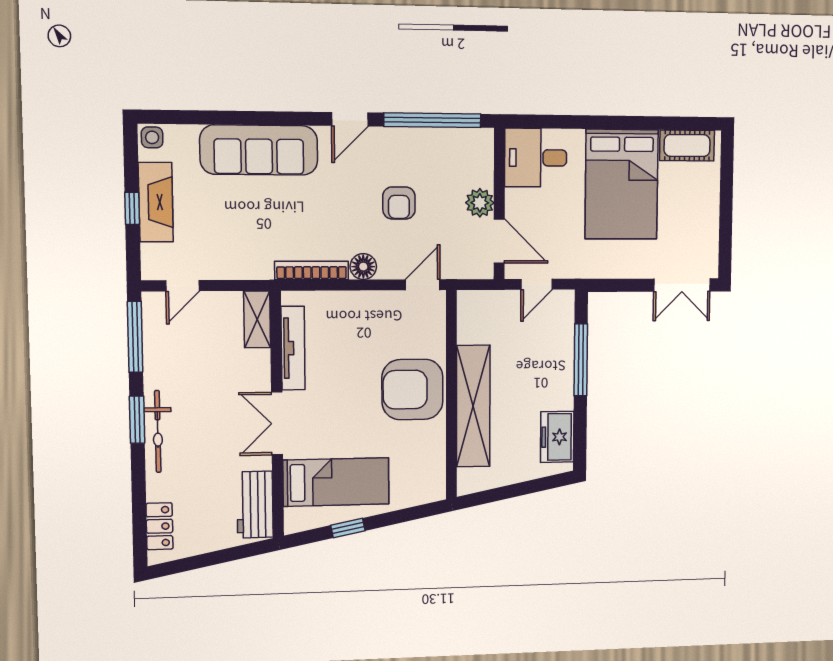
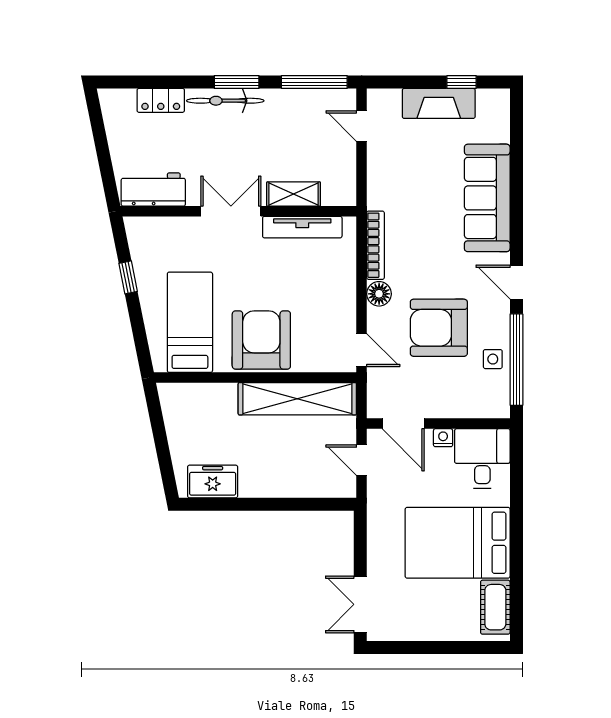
side table: (152, 137) -> (493, 359), moved
nightstand: (514, 199) -> (443, 438), added
armchair: (399, 203) -> (439, 328), width x1.88, depth x1.88
plant: (480, 203) -> (439, 405), removed
window: (132, 208) -> (462, 82), moved
door: (499, 241) -> (403, 424), hinge flipped
shelving: (257, 319) -> (294, 194), moved
window: (581, 360) -> (288, 504), removed
shelving: (473, 406) -> (297, 399), moved
bed: (336, 482) -> (190, 322), moved, turned 180
locker: (159, 526) -> (161, 100), moved

